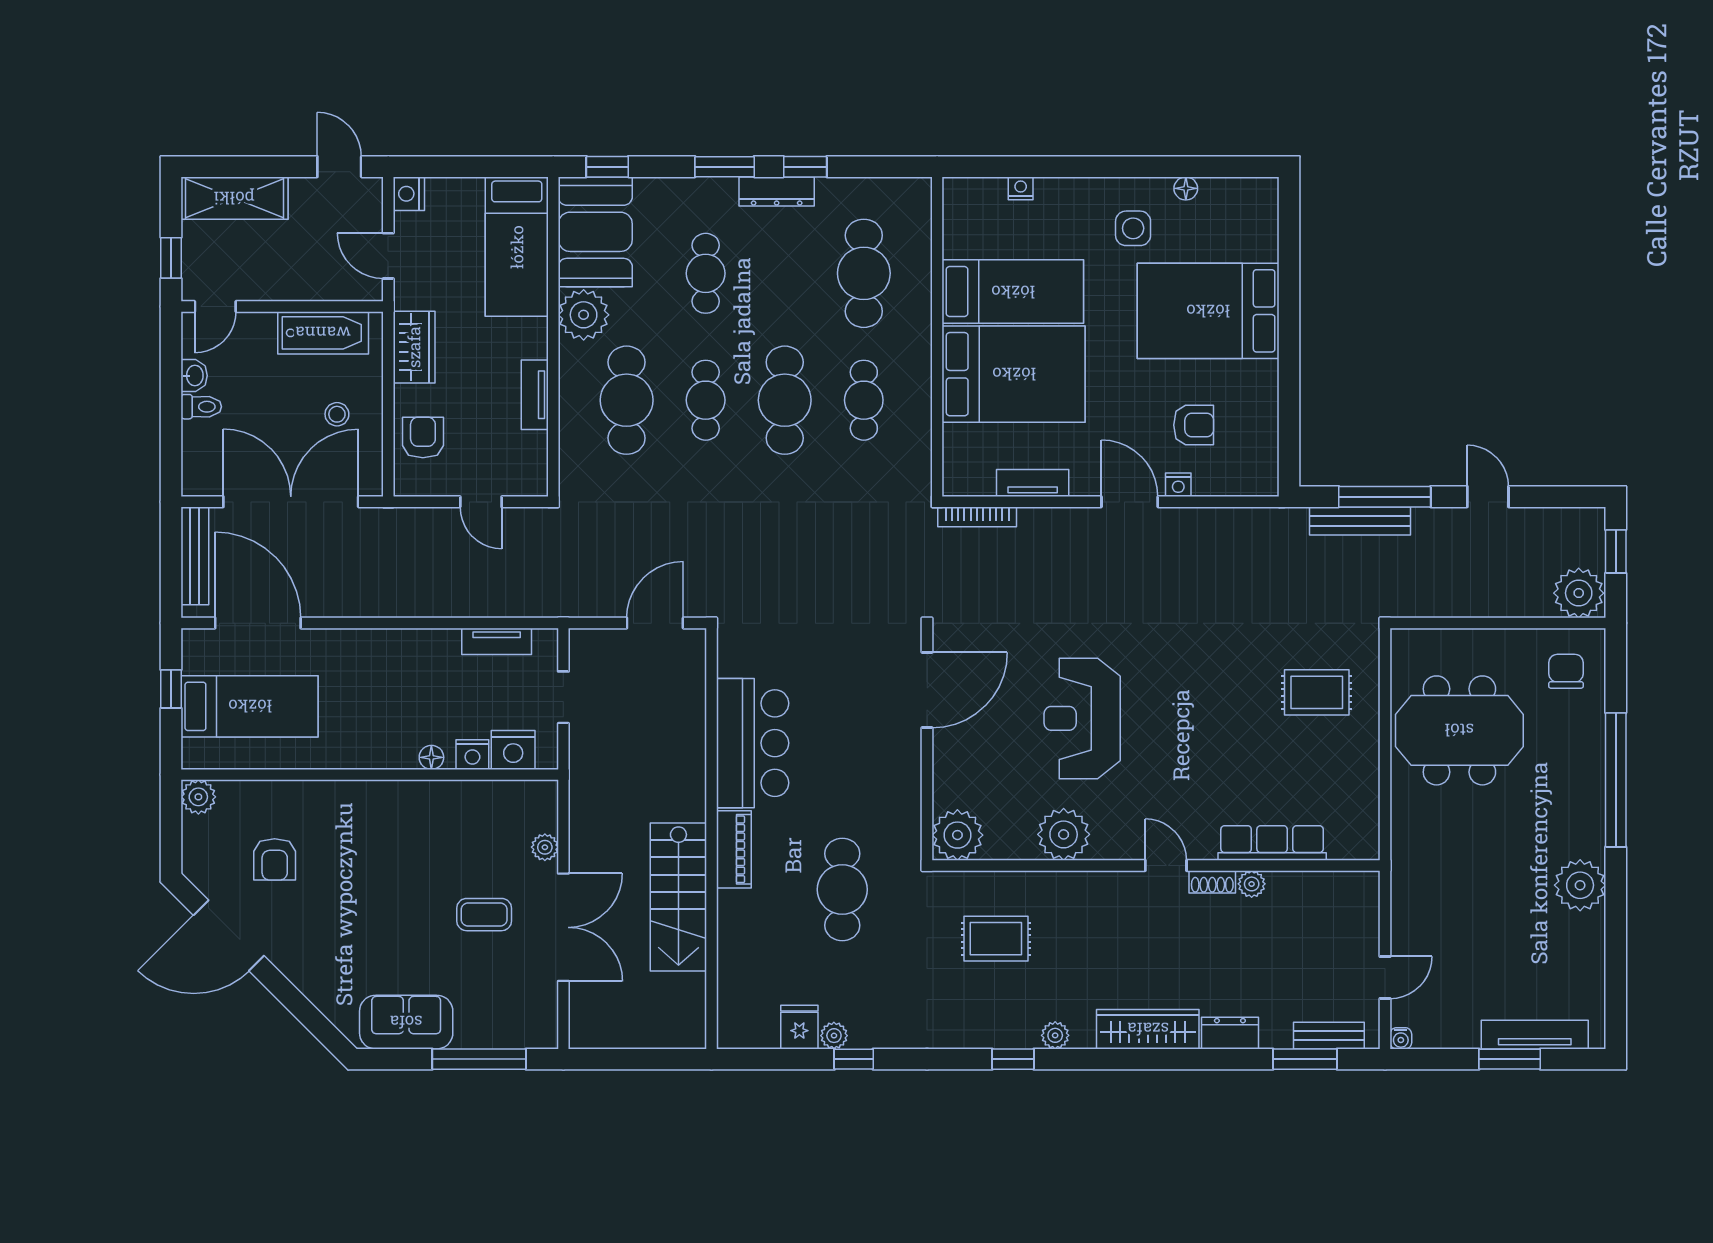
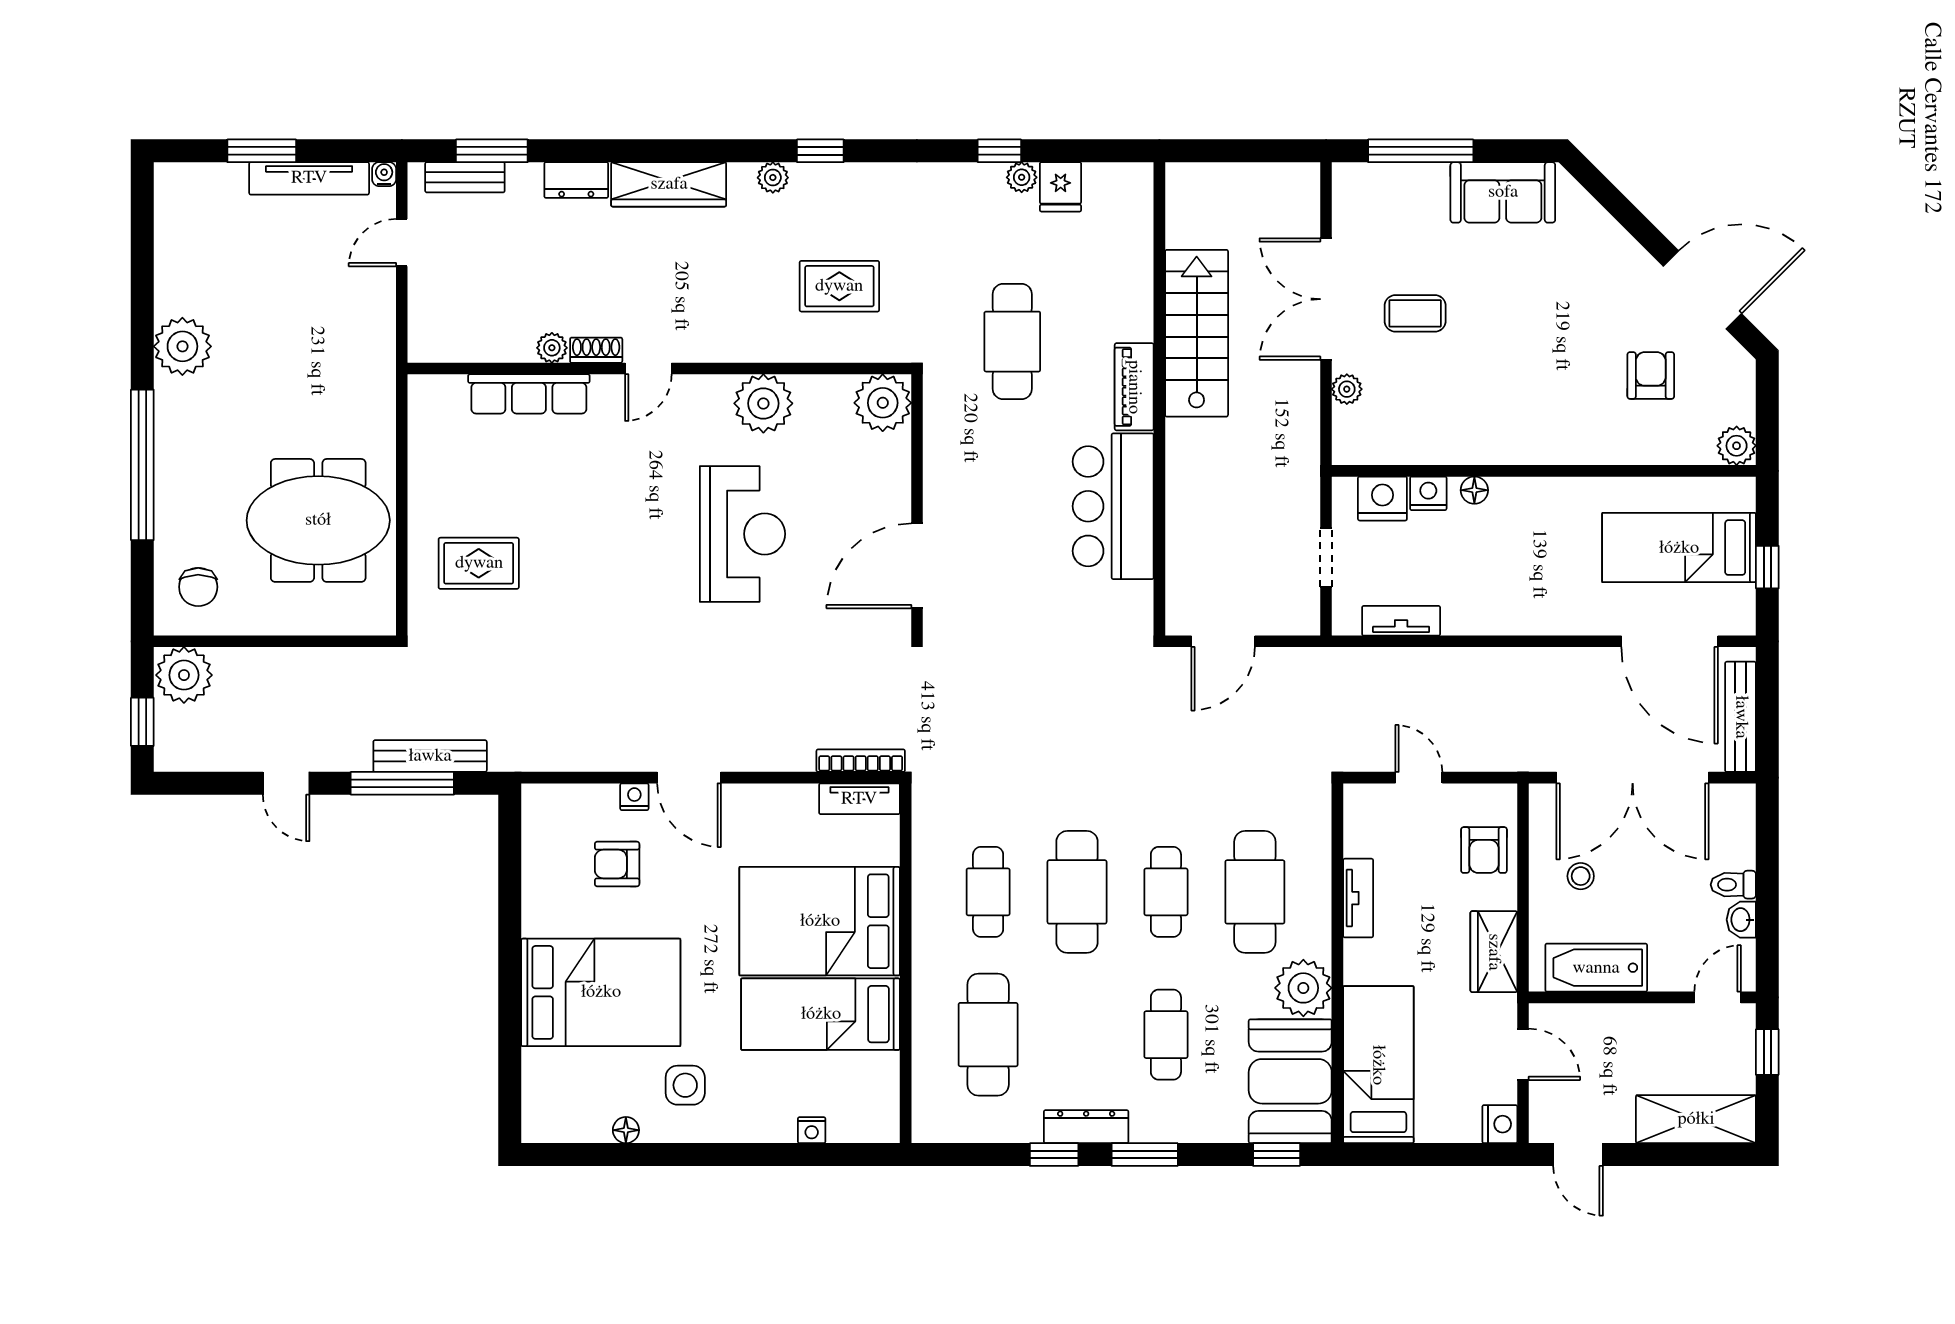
tv unit: (1033, 483) -> (859, 799), moved
door: (1166, 865) -> (648, 369), hinge flipped
tv unit: (1535, 1035) -> (309, 178), moved

